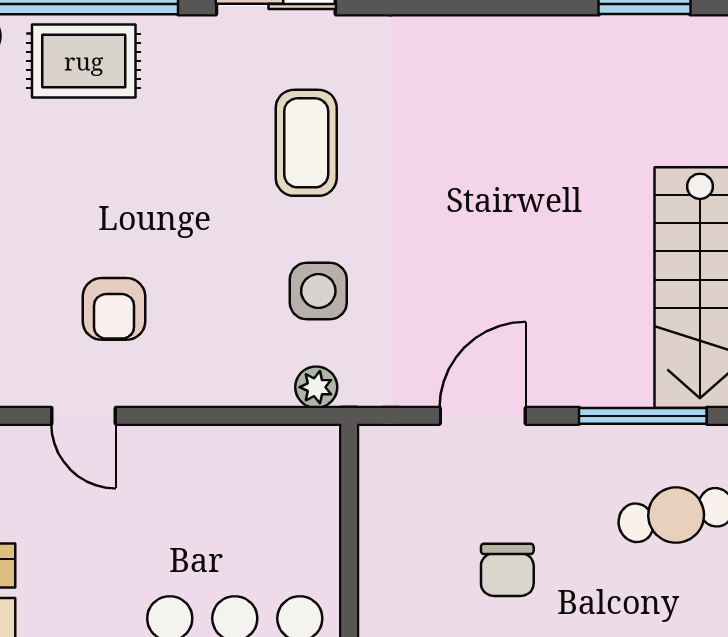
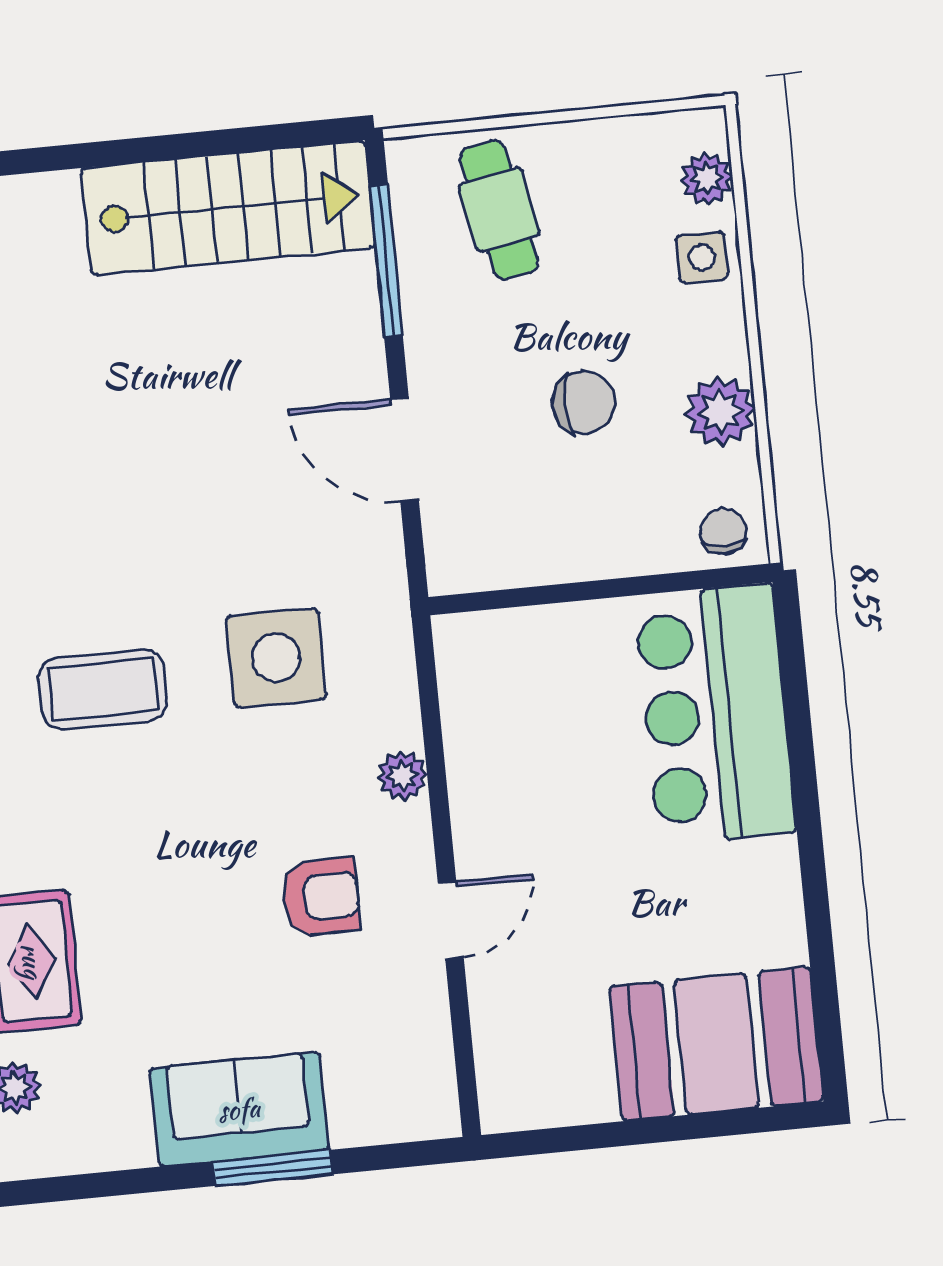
side table: (318, 291) -> (276, 658), width x1.37, depth x1.37
plant: (316, 387) -> (402, 776), moved

